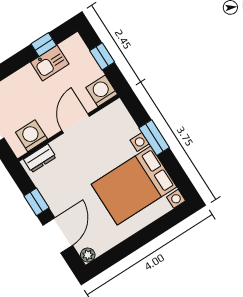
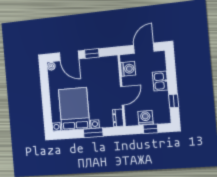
kitchen sink: (50, 63) -> (160, 81), moved
washing machine: (102, 91) -> (145, 118), moved, turned -90
door: (76, 123) -> (122, 96), hinge flipped
dresser: (40, 158) -> (118, 118), moved

